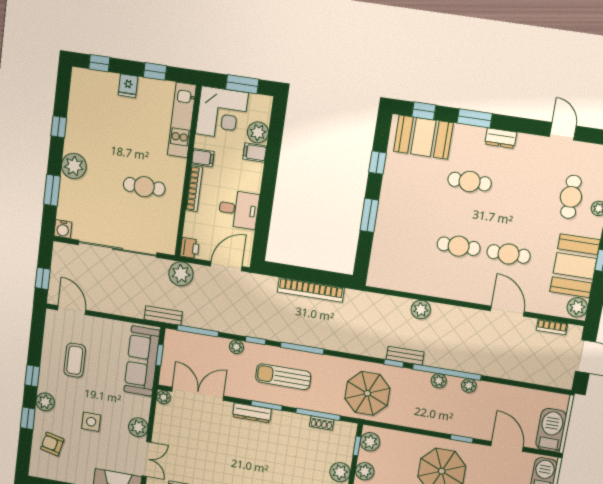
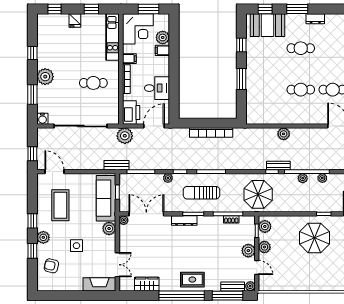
printer: (190, 248) -> (131, 112), width x1.87, depth x1.48
coffee table: (75, 360) -> (60, 205), width x1.36, depth x1.32
plant: (138, 427) -> (109, 229), moved

